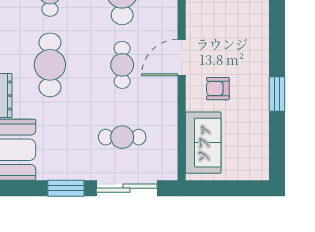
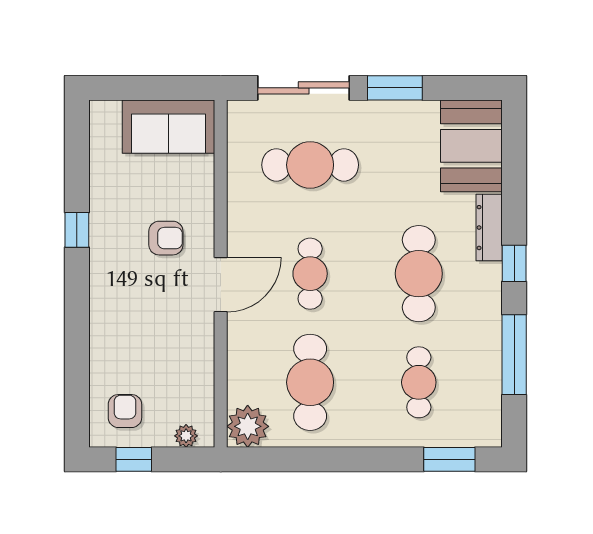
window: (277, 94) -> (77, 230), width x0.67
cafe table: (122, 137) -> (310, 165), width x1.37, depth x1.35
sofa: (203, 143) -> (168, 127), moved, turned -90

